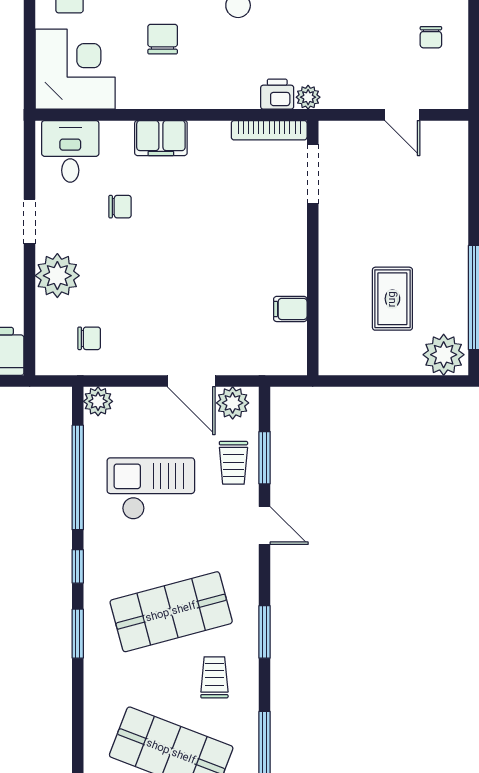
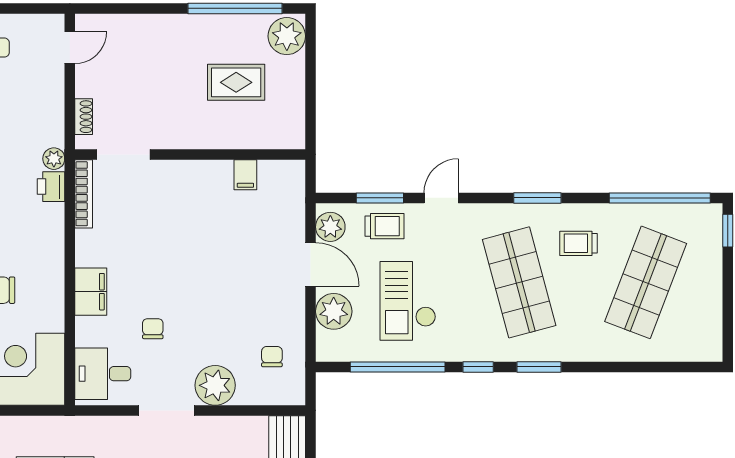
door: (402, 115) -> (70, 48), moved
shoe rack: (354, 130) -> (84, 117), added
doorway: (30, 222) -> (166, 410), width x1.38
door: (191, 381) -> (311, 264), hinge flipped
plant: (98, 401) -> (334, 311), moved, width x1.36, depth x1.36

